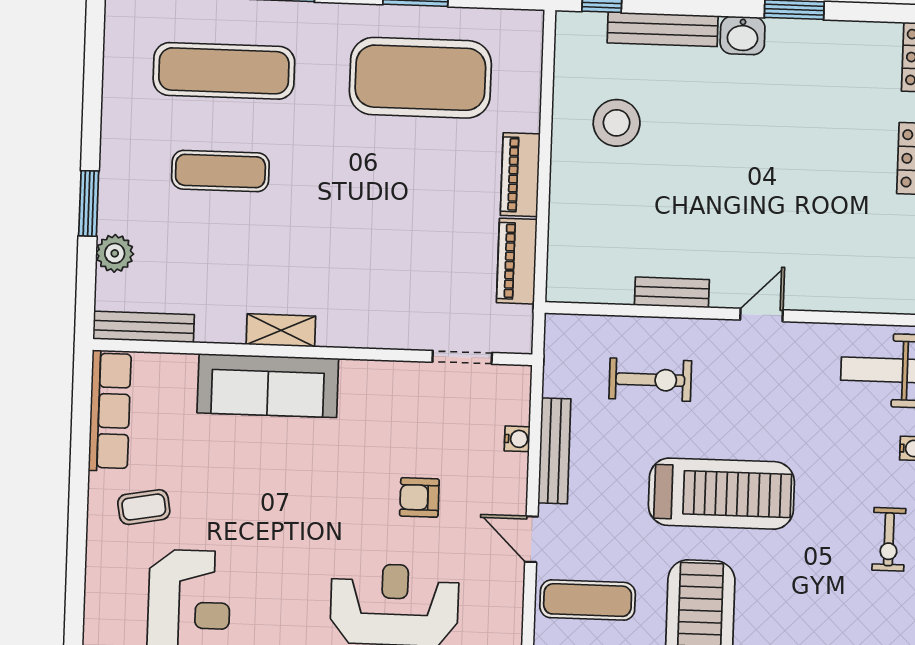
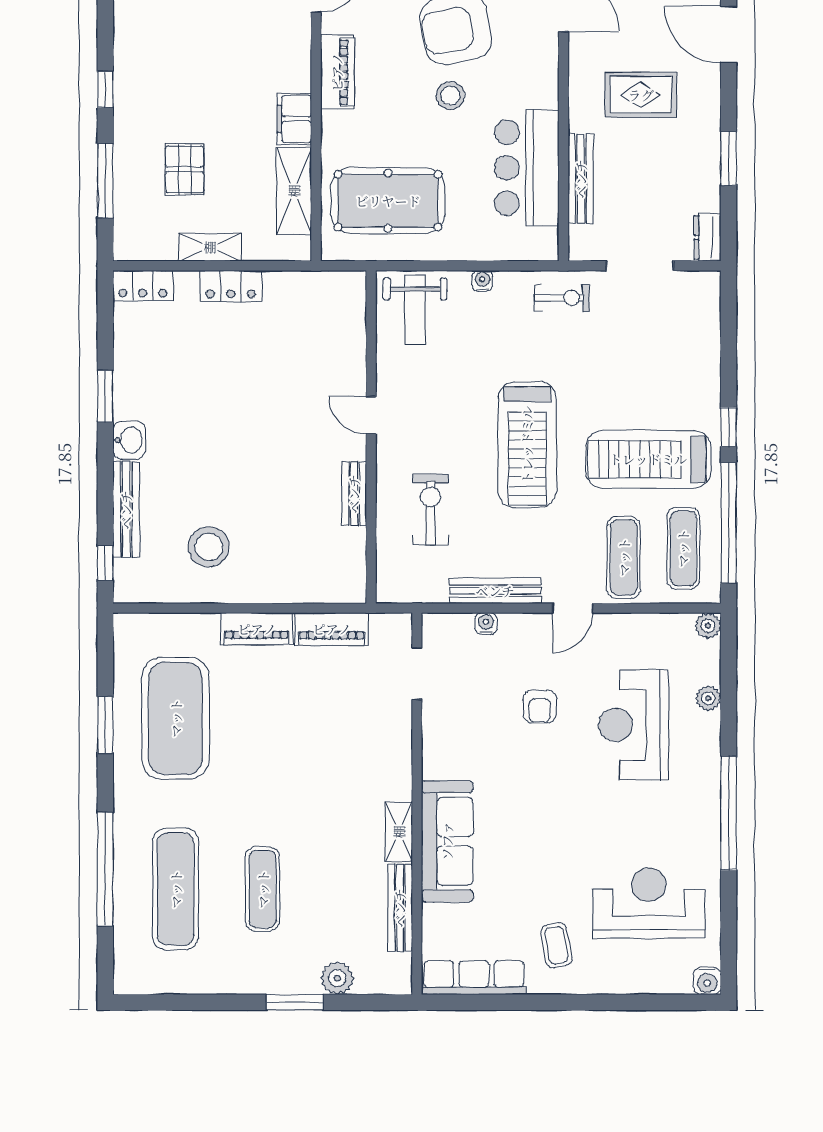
bench: (143, 327) -> (400, 908), moved
treadmill: (721, 494) -> (527, 445), turned 180

